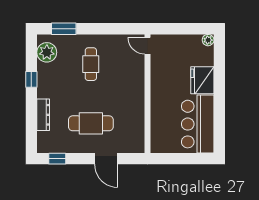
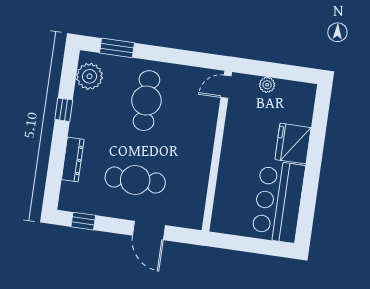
plant: (208, 40) -> (267, 85), moved
door: (148, 46) -> (226, 87), hinge flipped
cafe table: (91, 64) -> (146, 101), width x1.37, depth x1.35

